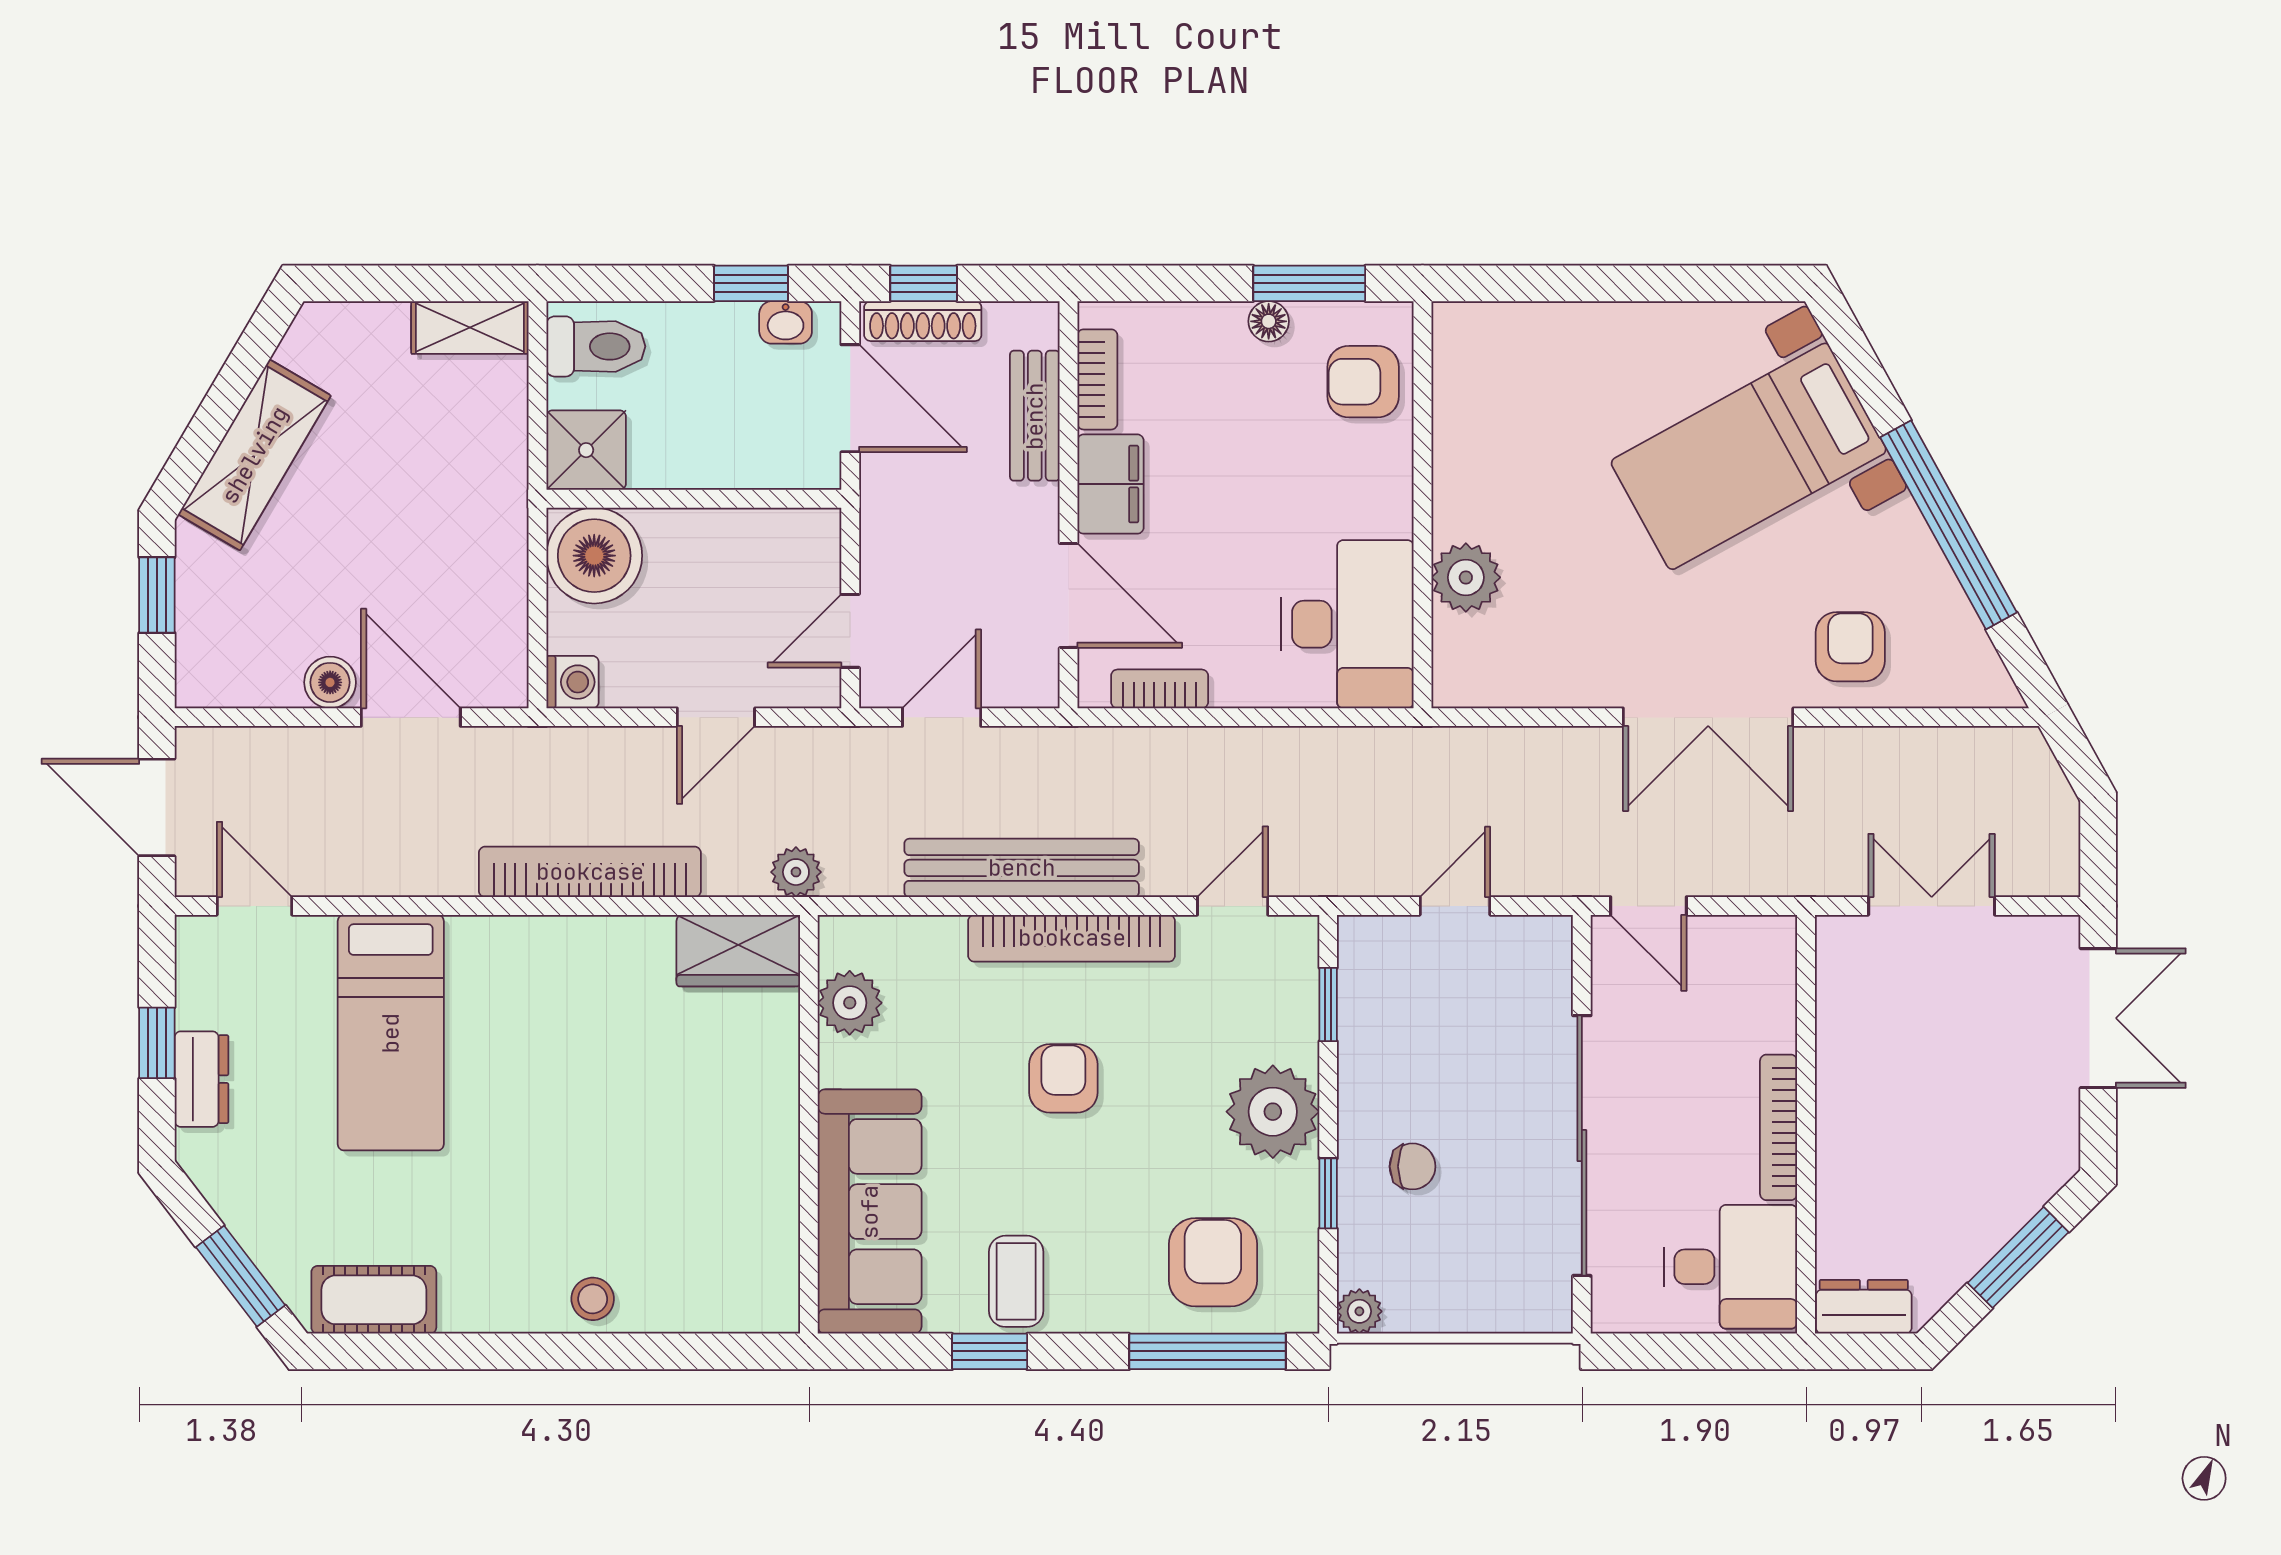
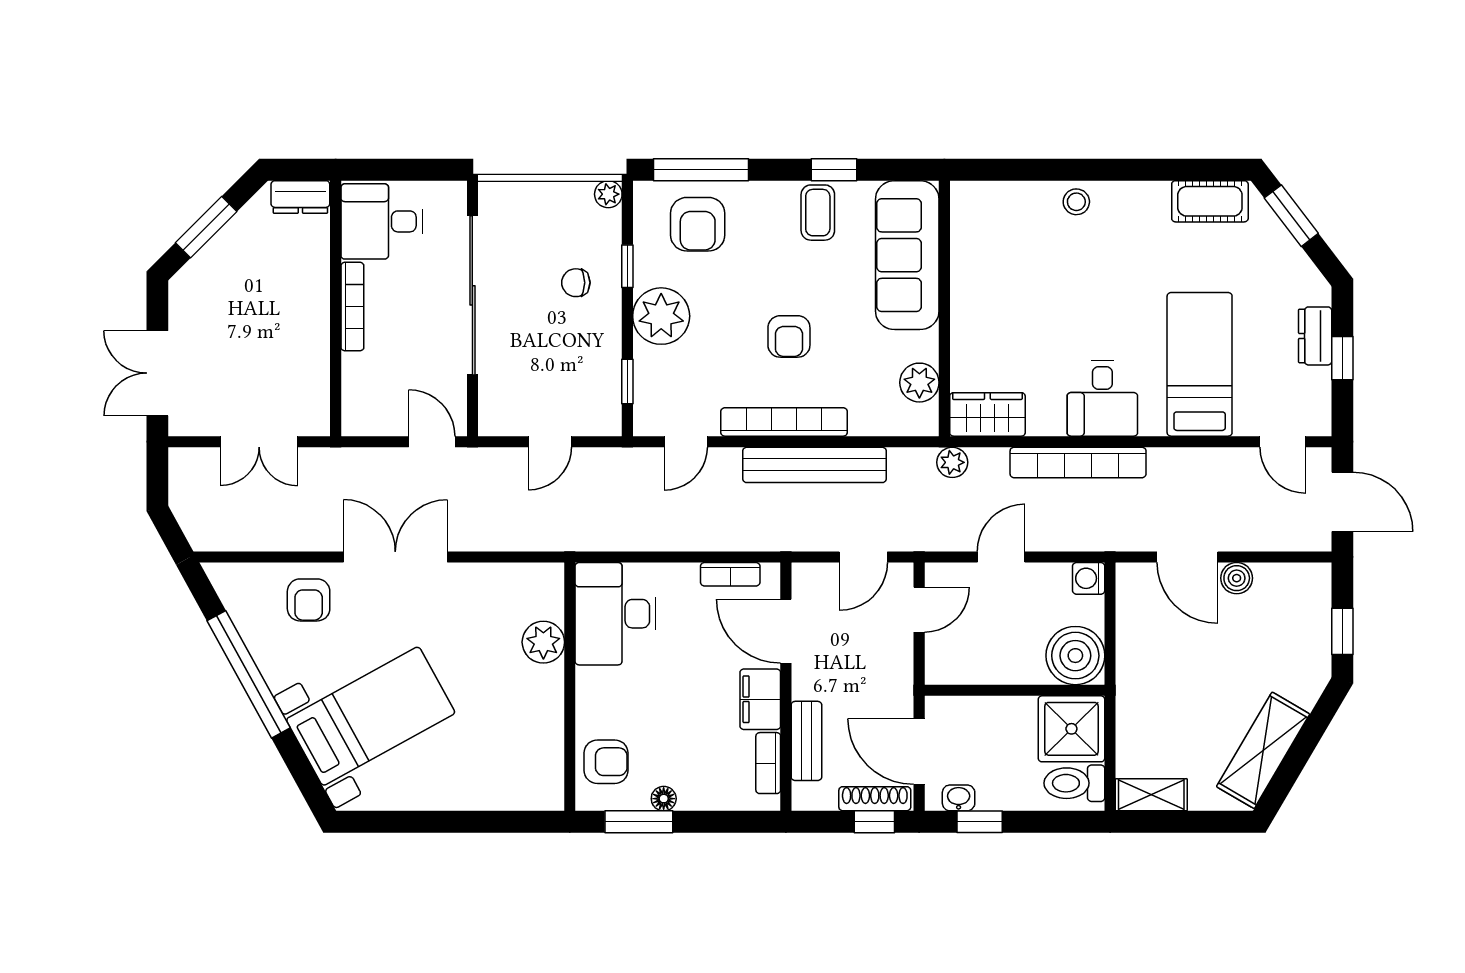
shower: (586, 450) -> (1071, 729), width x1.36, depth x1.36
shelving: (255, 455) -> (1263, 750), moved
desk: (550, 977) -> (1102, 398), added

